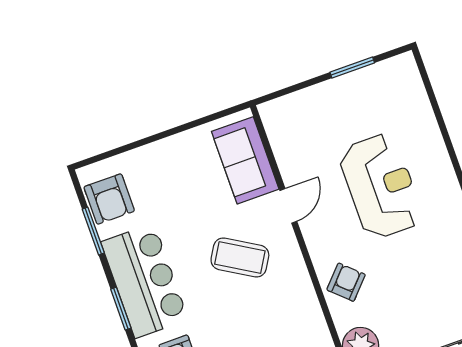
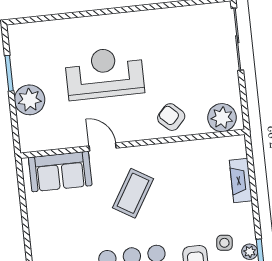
plant: (325, 101) -> (30, 100), added

